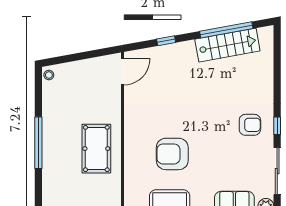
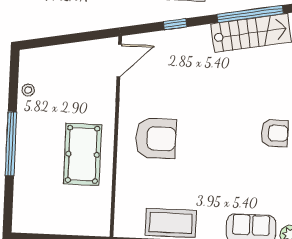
stool: (49, 75) -> (28, 90), moved
armchair: (172, 154) -> (156, 138), moved, turned 180

